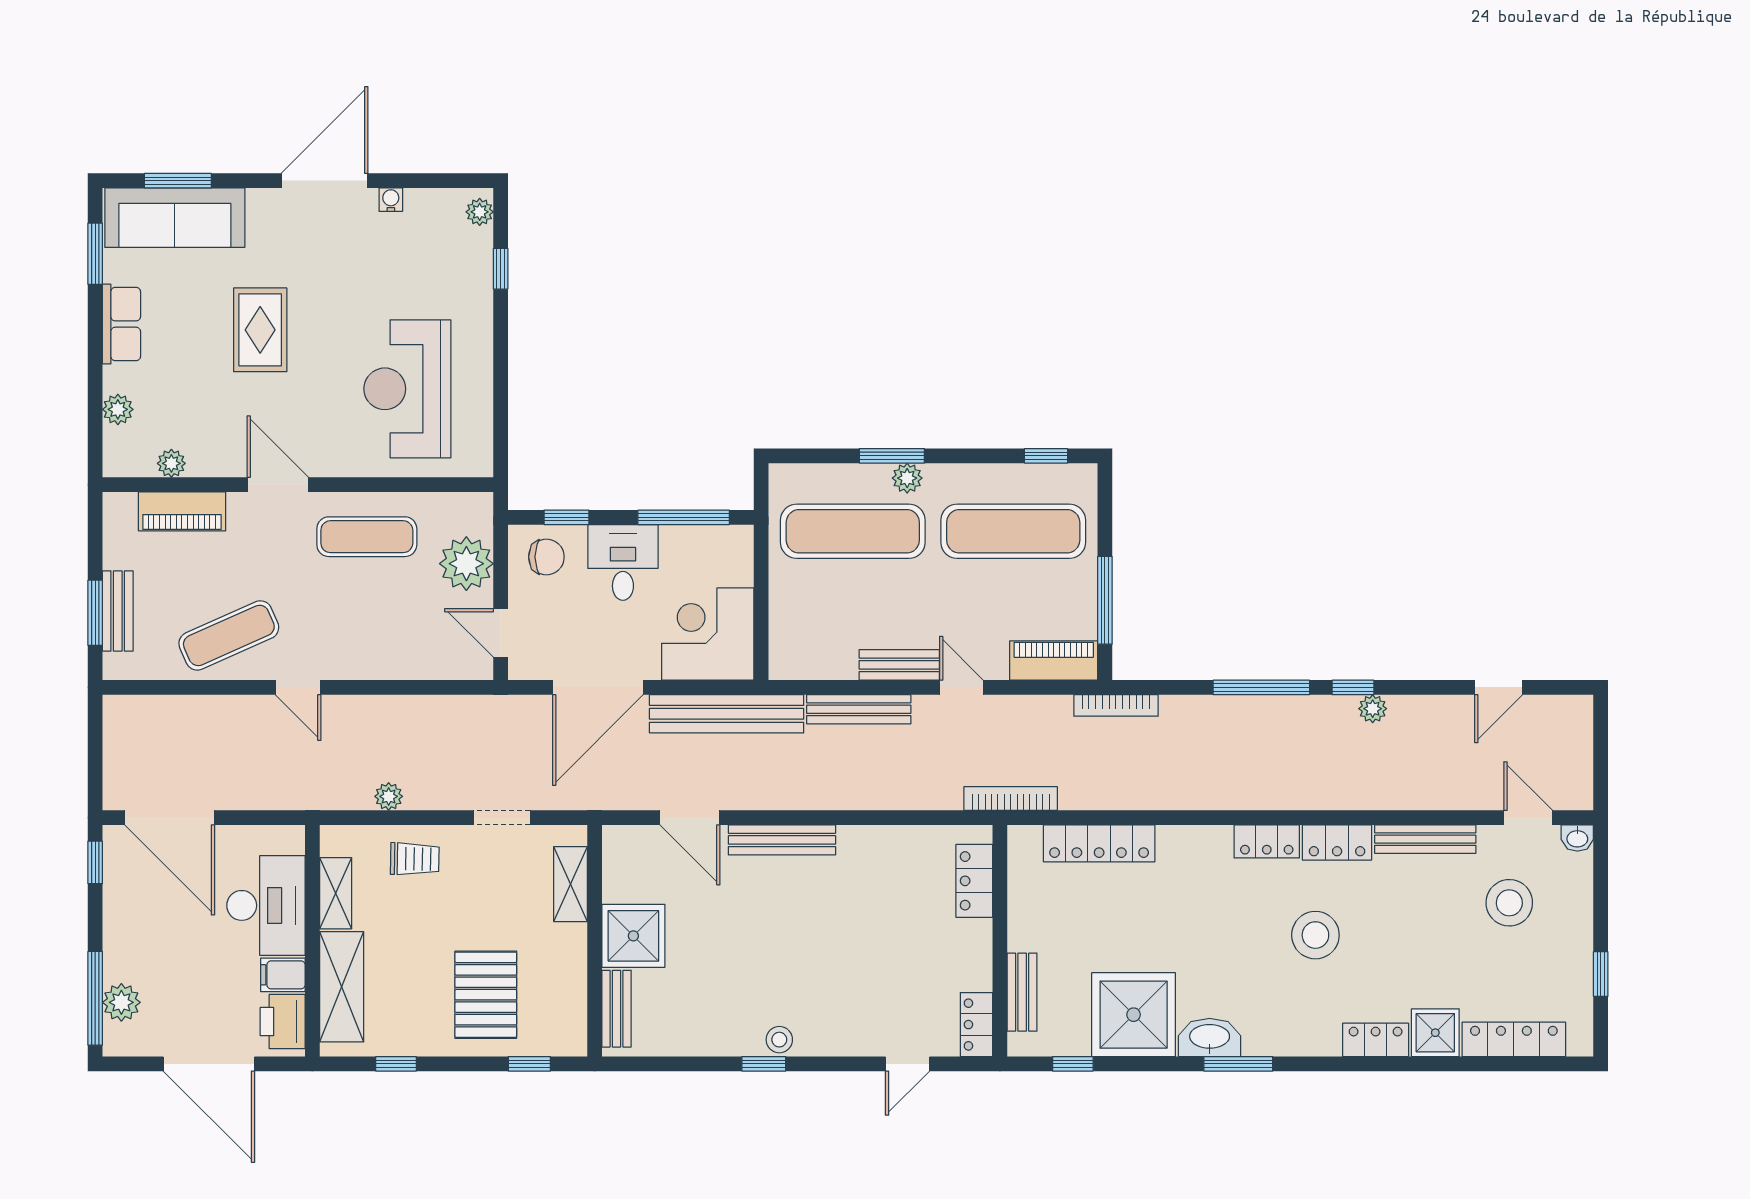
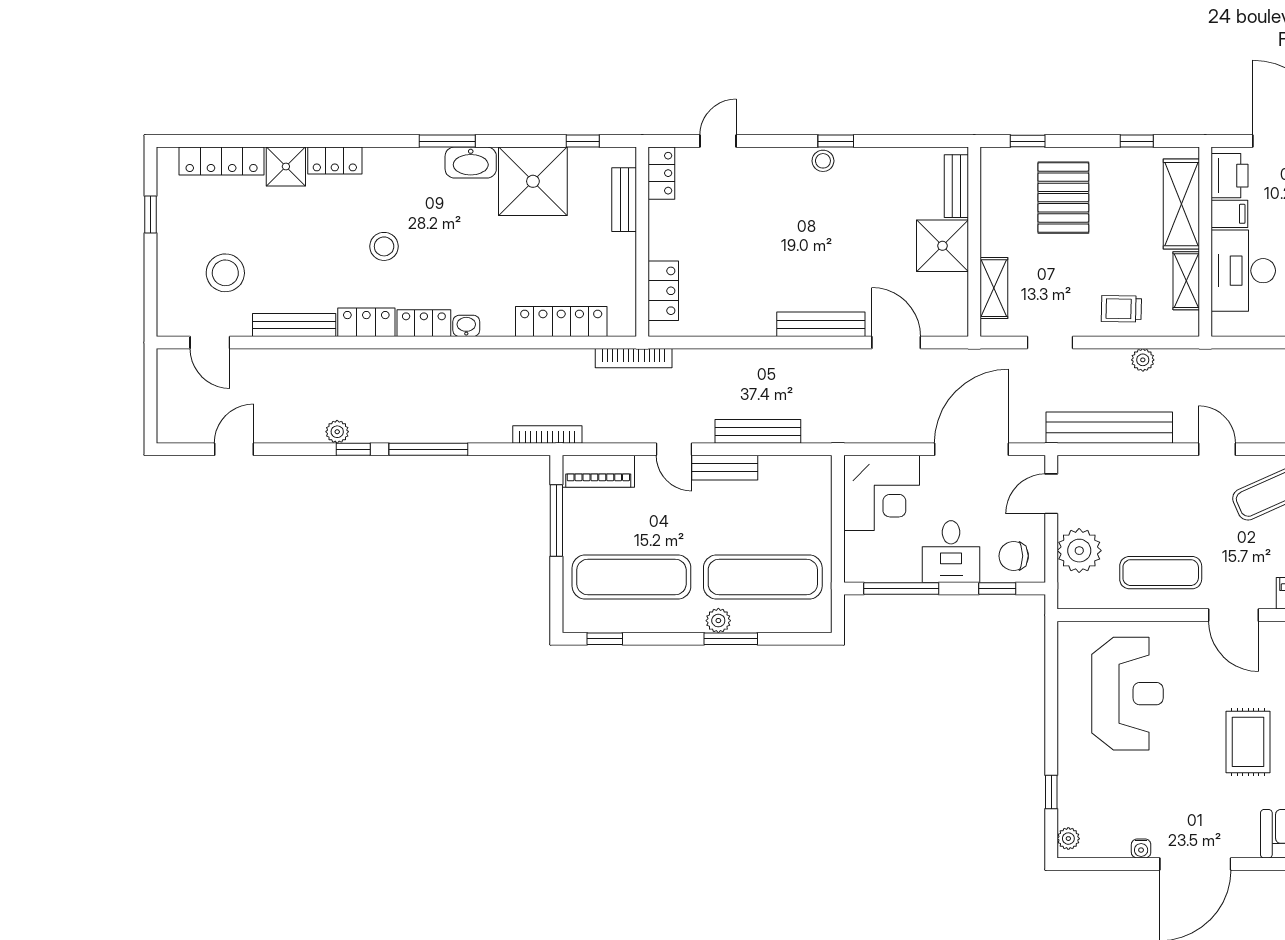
door: (501, 633) -> (1051, 494), swing flipped
bench: (727, 714) -> (1109, 428), moved
washbasin: (1577, 838) -> (466, 326), moved
stool: (1315, 935) -> (384, 246), width x0.73, depth x0.73

